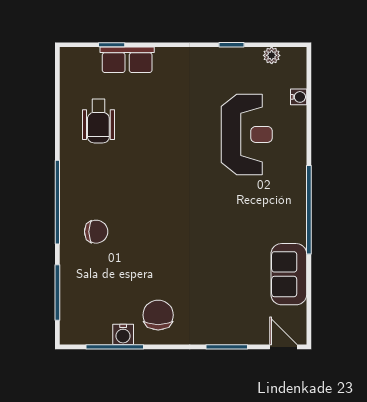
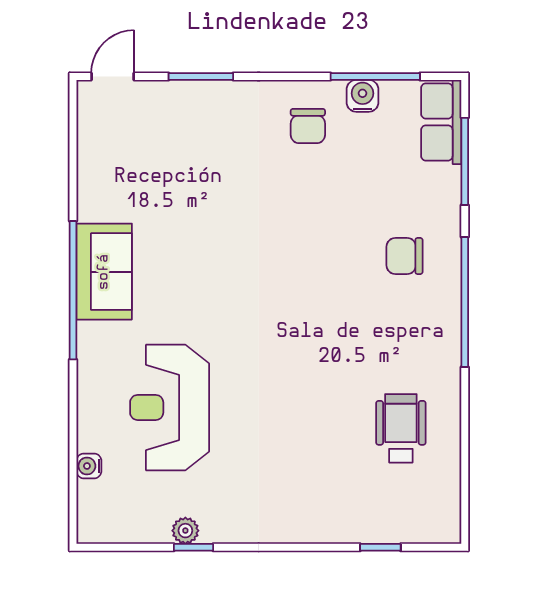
plant: (272, 55) -> (185, 531), moved
row of seats: (127, 60) -> (441, 122), moved, turned -90
sofa: (289, 274) -> (104, 272), moved
chair: (158, 315) -> (308, 126), width x0.73, depth x0.73
door: (283, 347) -> (113, 77), swing flipped

